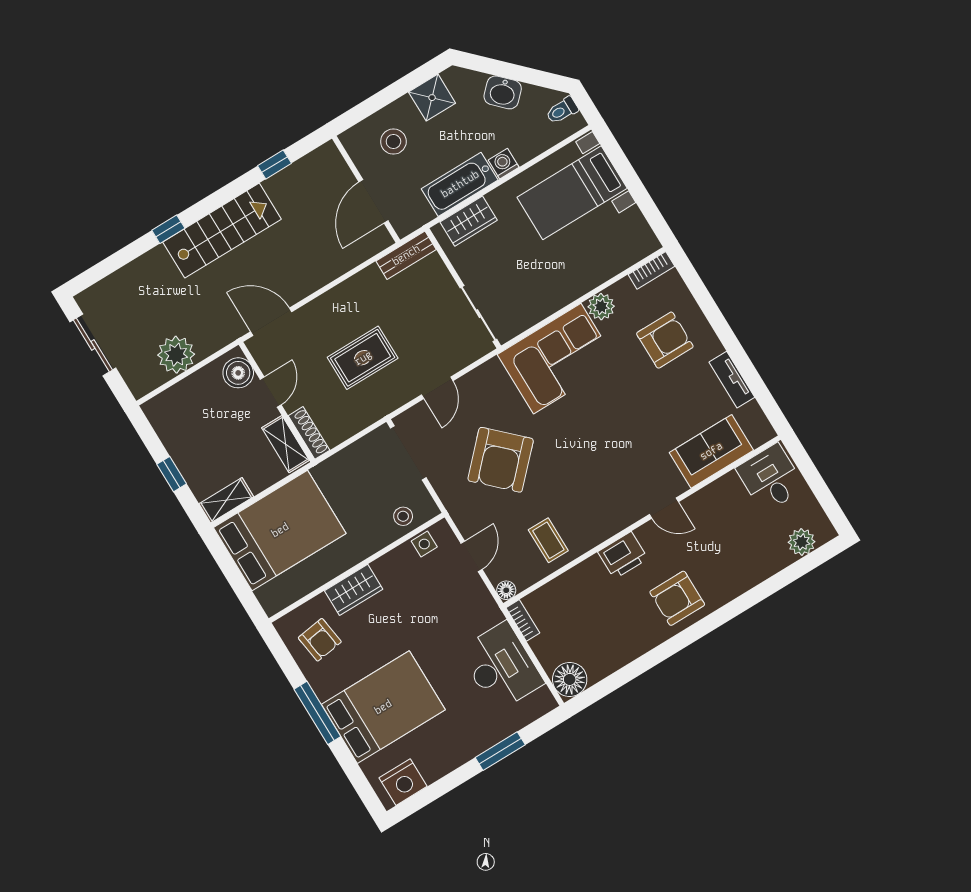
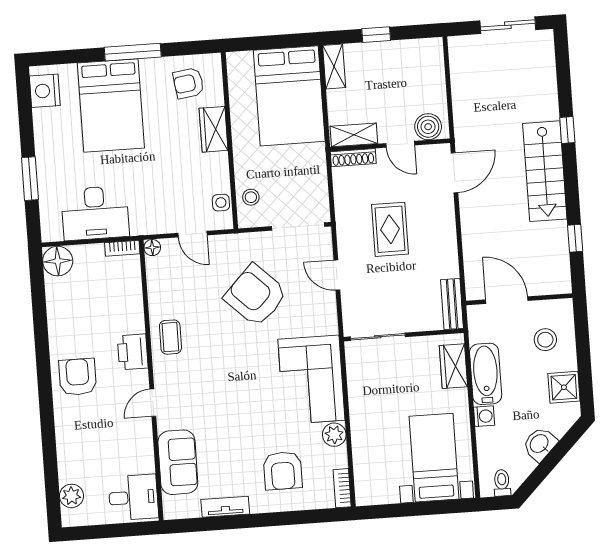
plant: (176, 355) -> (467, 86), removed
coffee table: (548, 540) -> (170, 337), moved, turned 90

